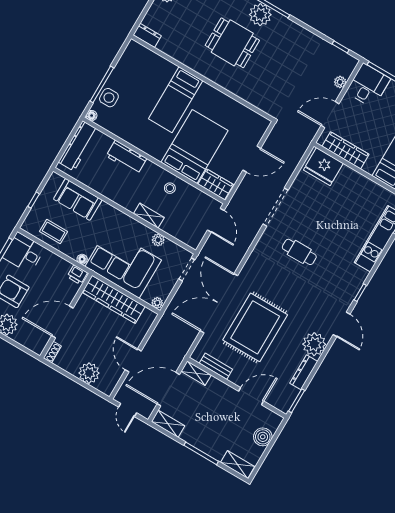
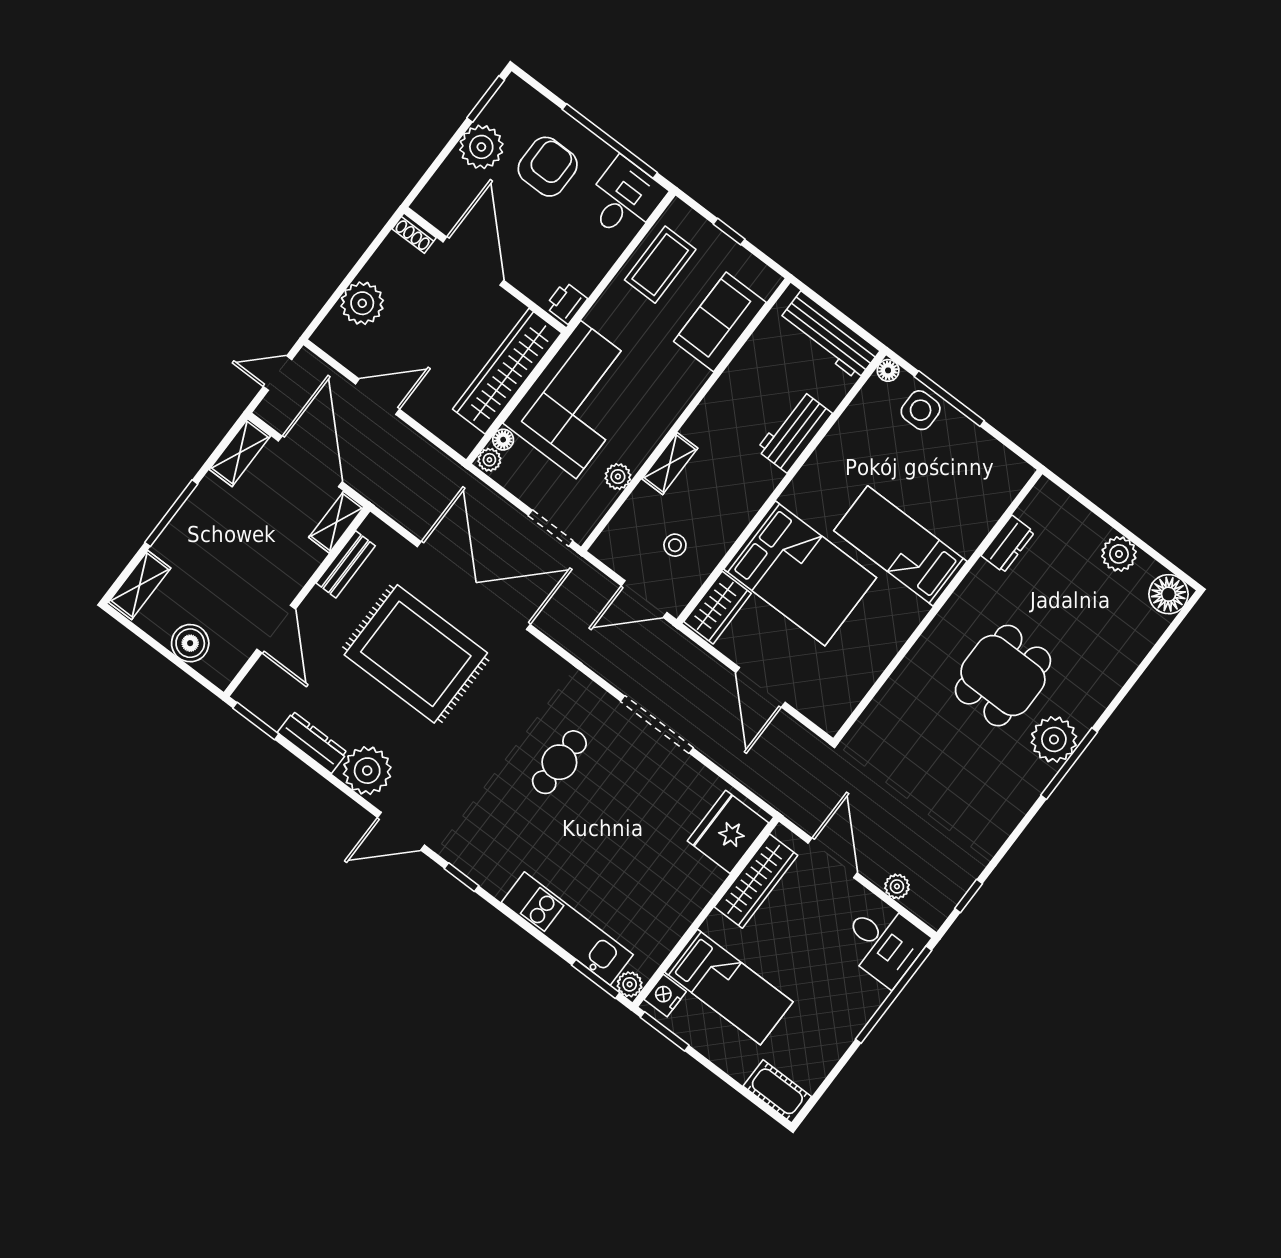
dresser: (147, 35) -> (1008, 544), moved
stool: (170, 188) -> (675, 545), moved
coffee table: (53, 232) -> (660, 265), width x1.36, depth x1.30
floor lamp: (82, 259) -> (503, 440), moved

